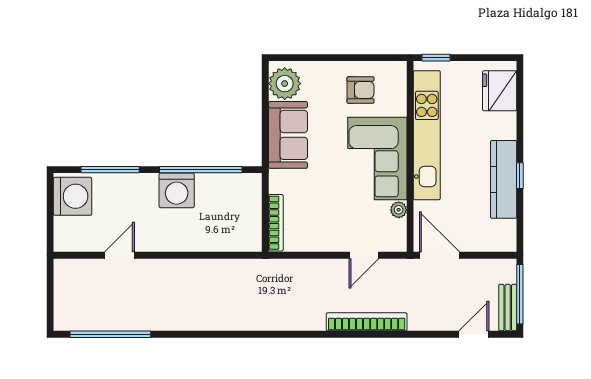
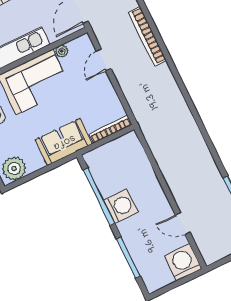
sofa: (288, 135) -> (64, 142), moved
washing machine: (73, 196) -> (183, 262), moved
door: (364, 255) -> (104, 60), swing flipped

